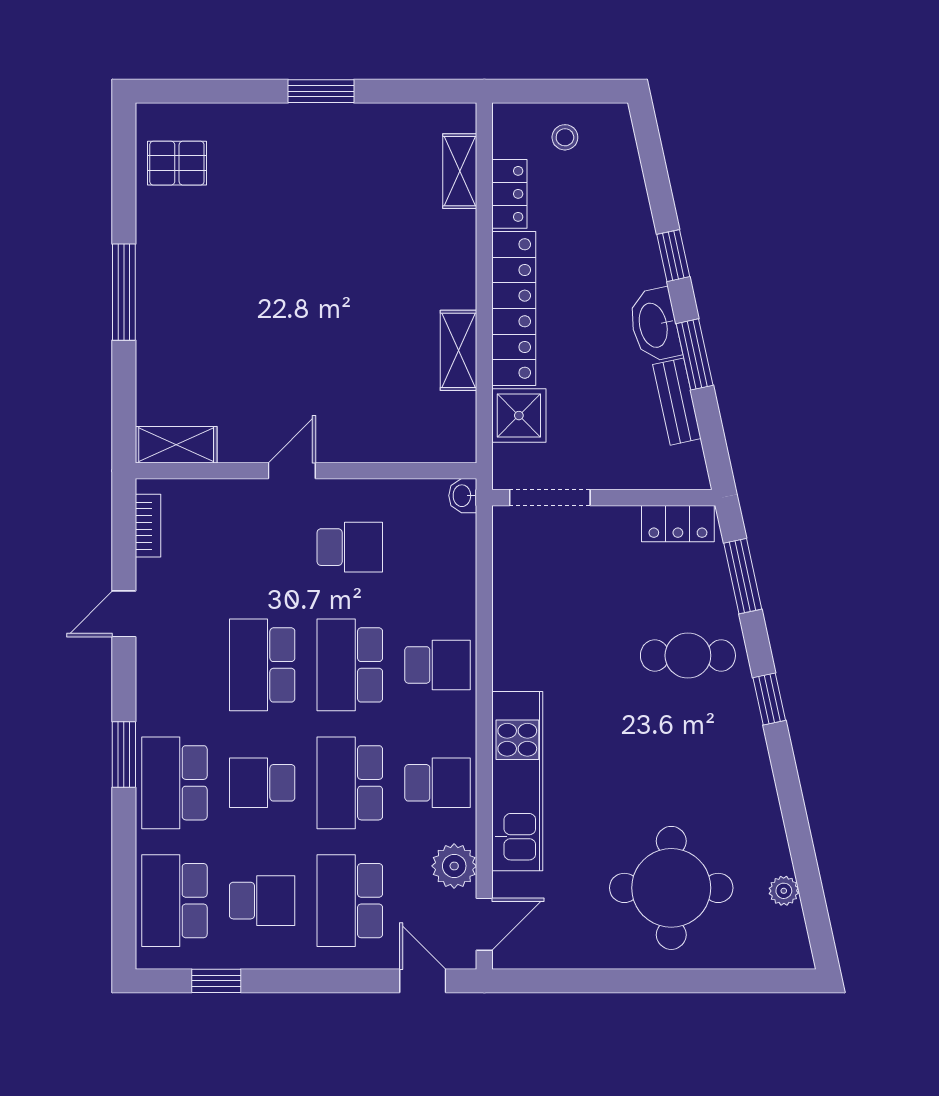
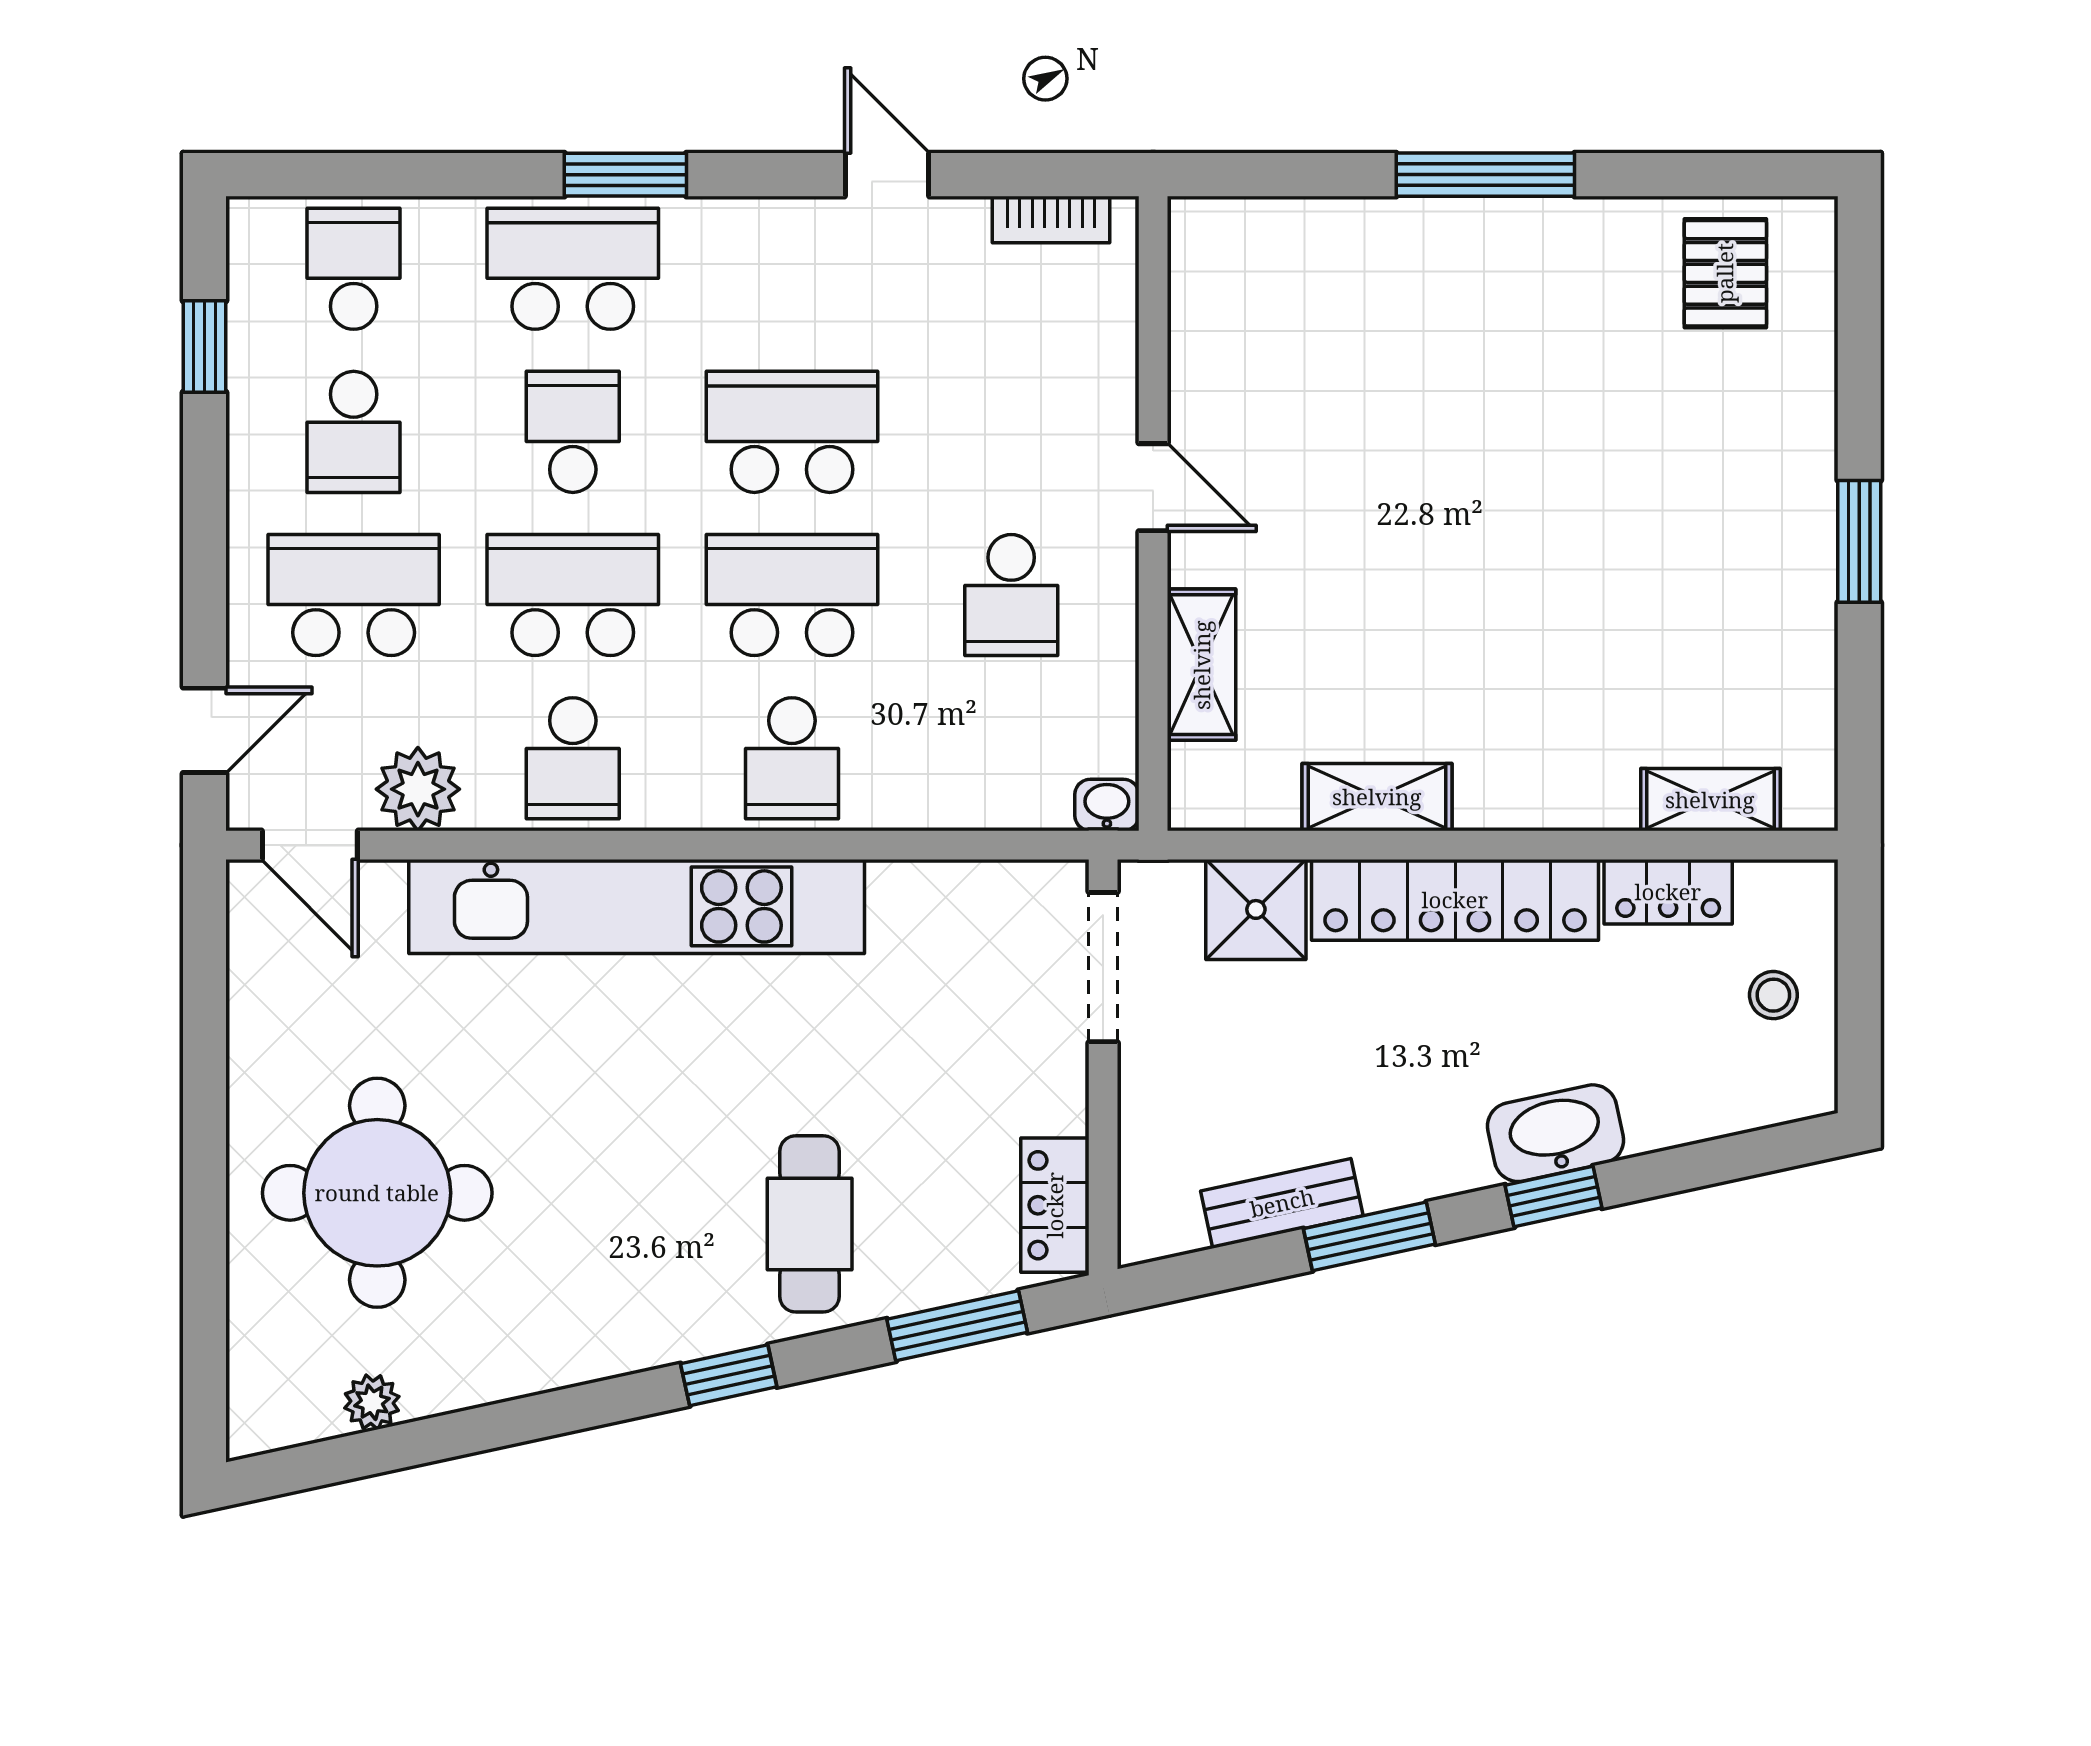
washbasin: (654, 325) -> (1555, 1133), moved
shelving: (176, 445) -> (1202, 665), moved
kitchen unit: (517, 781) -> (637, 906), width x1.36
school desk: (174, 901) -> (354, 269), width x0.54

